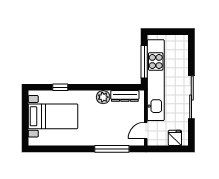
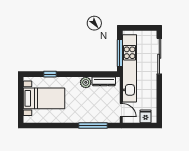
sliding door: (191, 97) -> (159, 56), moved
door: (146, 131) -> (121, 110), swing flipped

